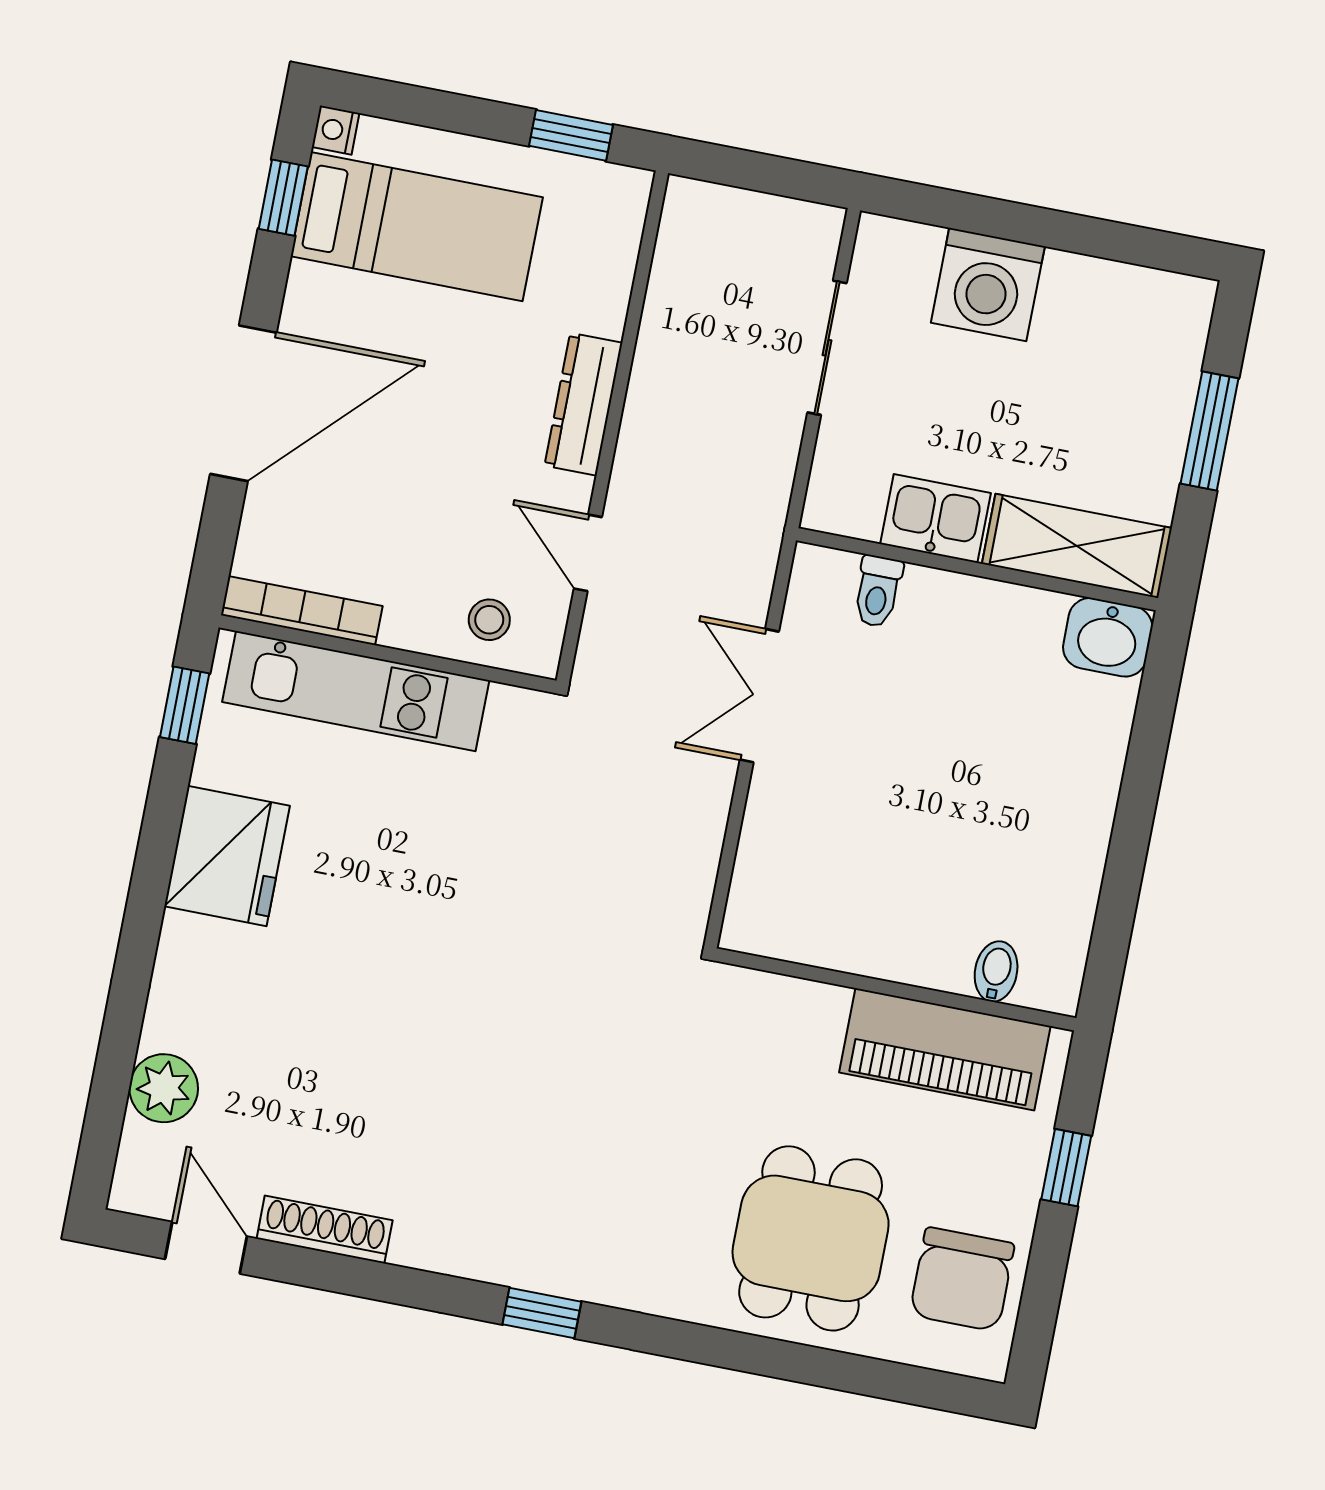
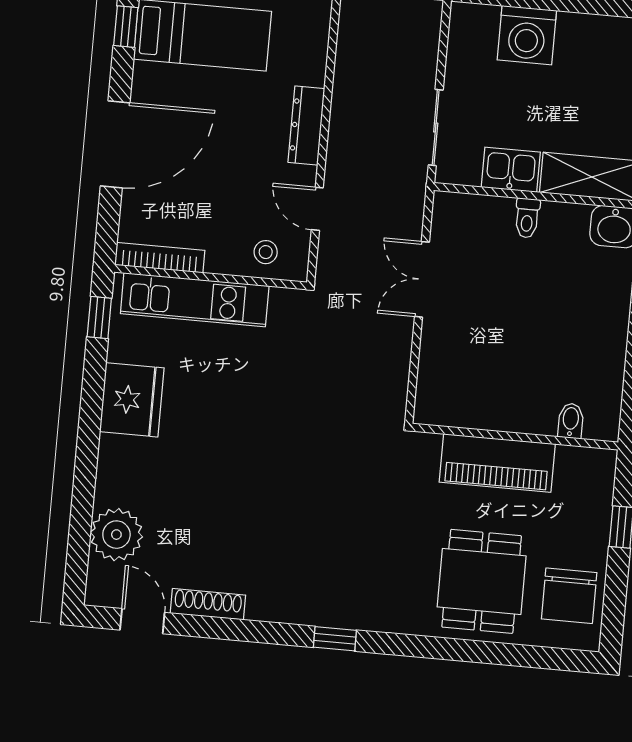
sliding door: (827, 348) -> (436, 127), moved
toilet: (878, 591) -> (527, 218), moved
piano: (945, 1049) -> (497, 463), moved
plant: (164, 1088) -> (116, 535), width x1.36, depth x1.36

